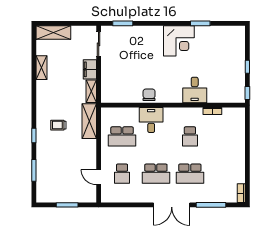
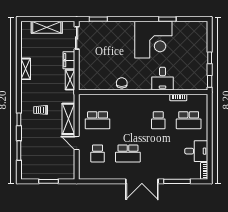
shelving: (53, 32) -> (47, 27), moved
corner desk: (179, 41) -> (153, 40), width x1.36, depth x1.36
shelving: (42, 68) -> (26, 69), moved
desk: (151, 120) -> (196, 151), moved, turned 90
shelving: (89, 121) -> (68, 119), moved
school desk: (190, 174) -> (189, 120), moved
door: (99, 177) -> (77, 143), moved

